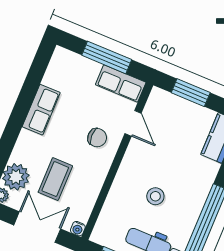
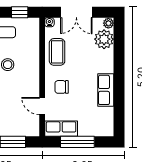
coffee table: (55, 179) -> (57, 52), moved

